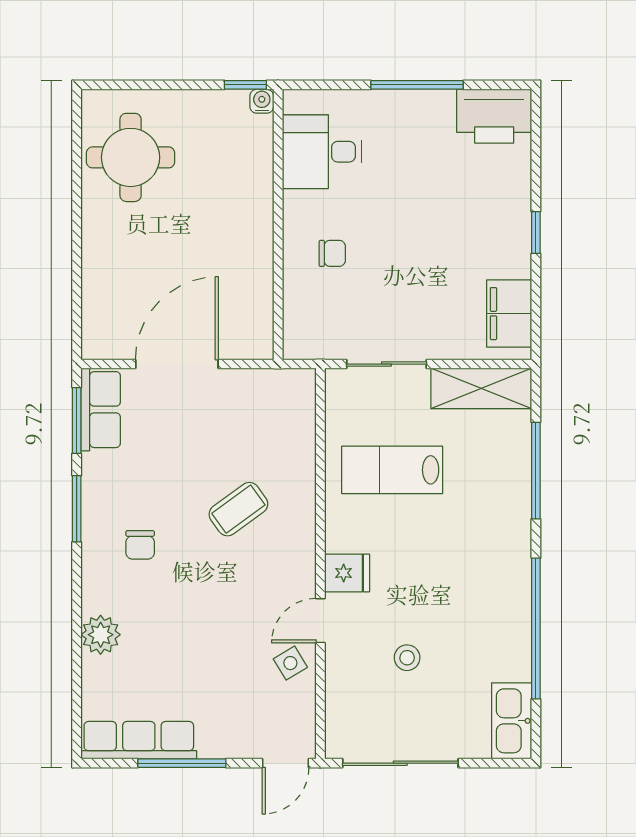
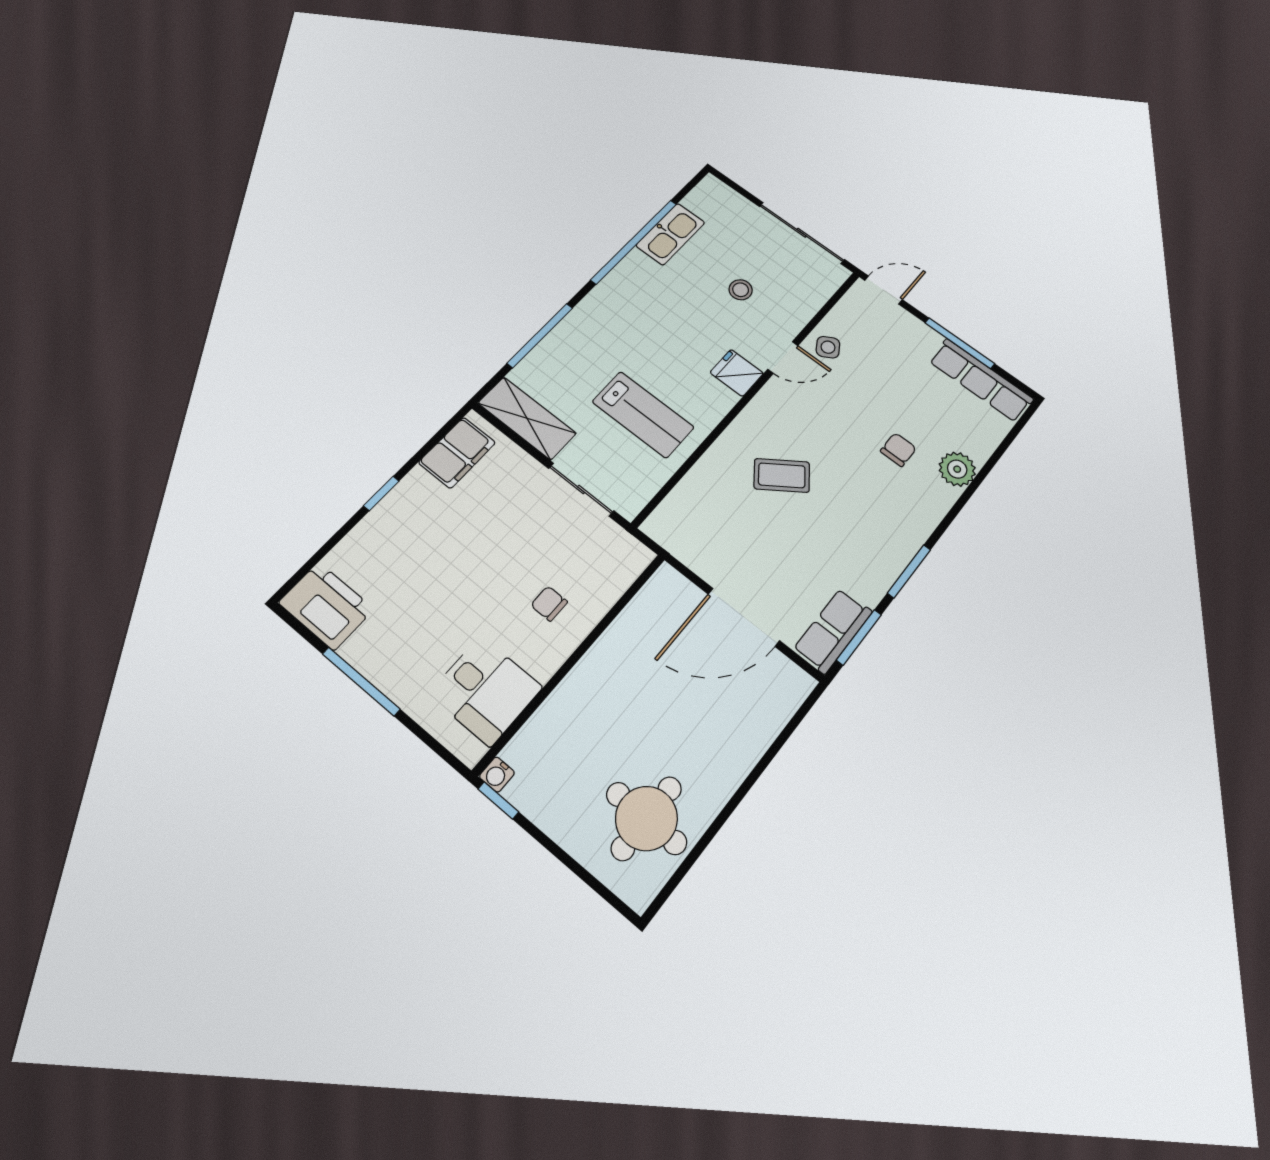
chair: (140, 545) -> (898, 450), moved
kitchen sink: (512, 721) -> (670, 234), moved

